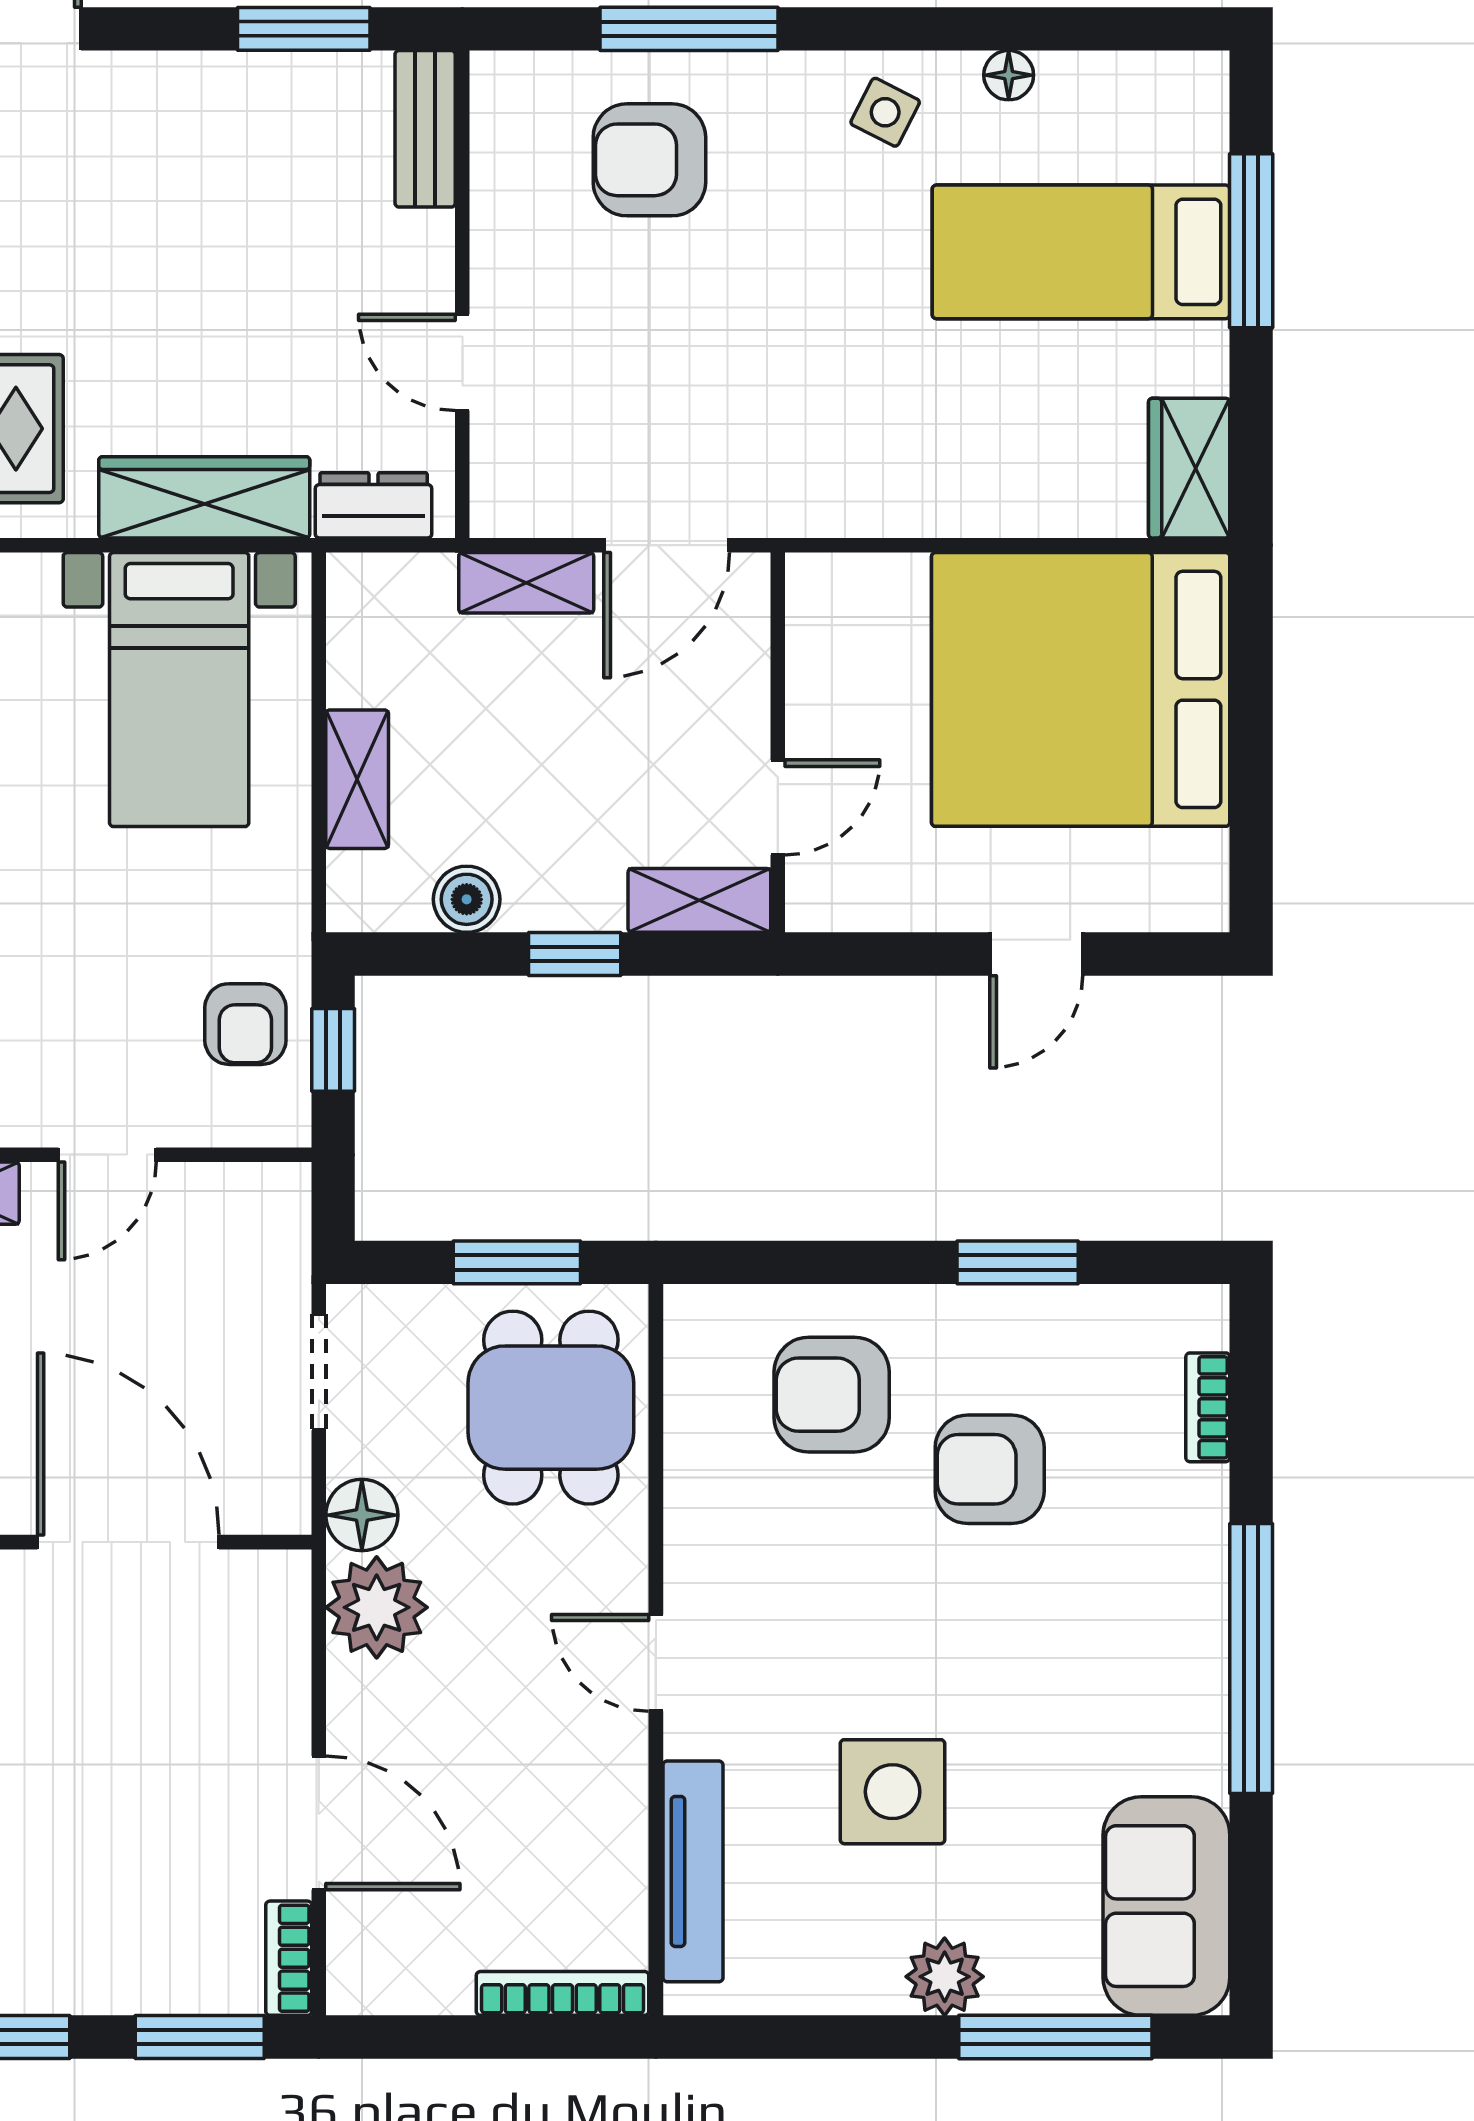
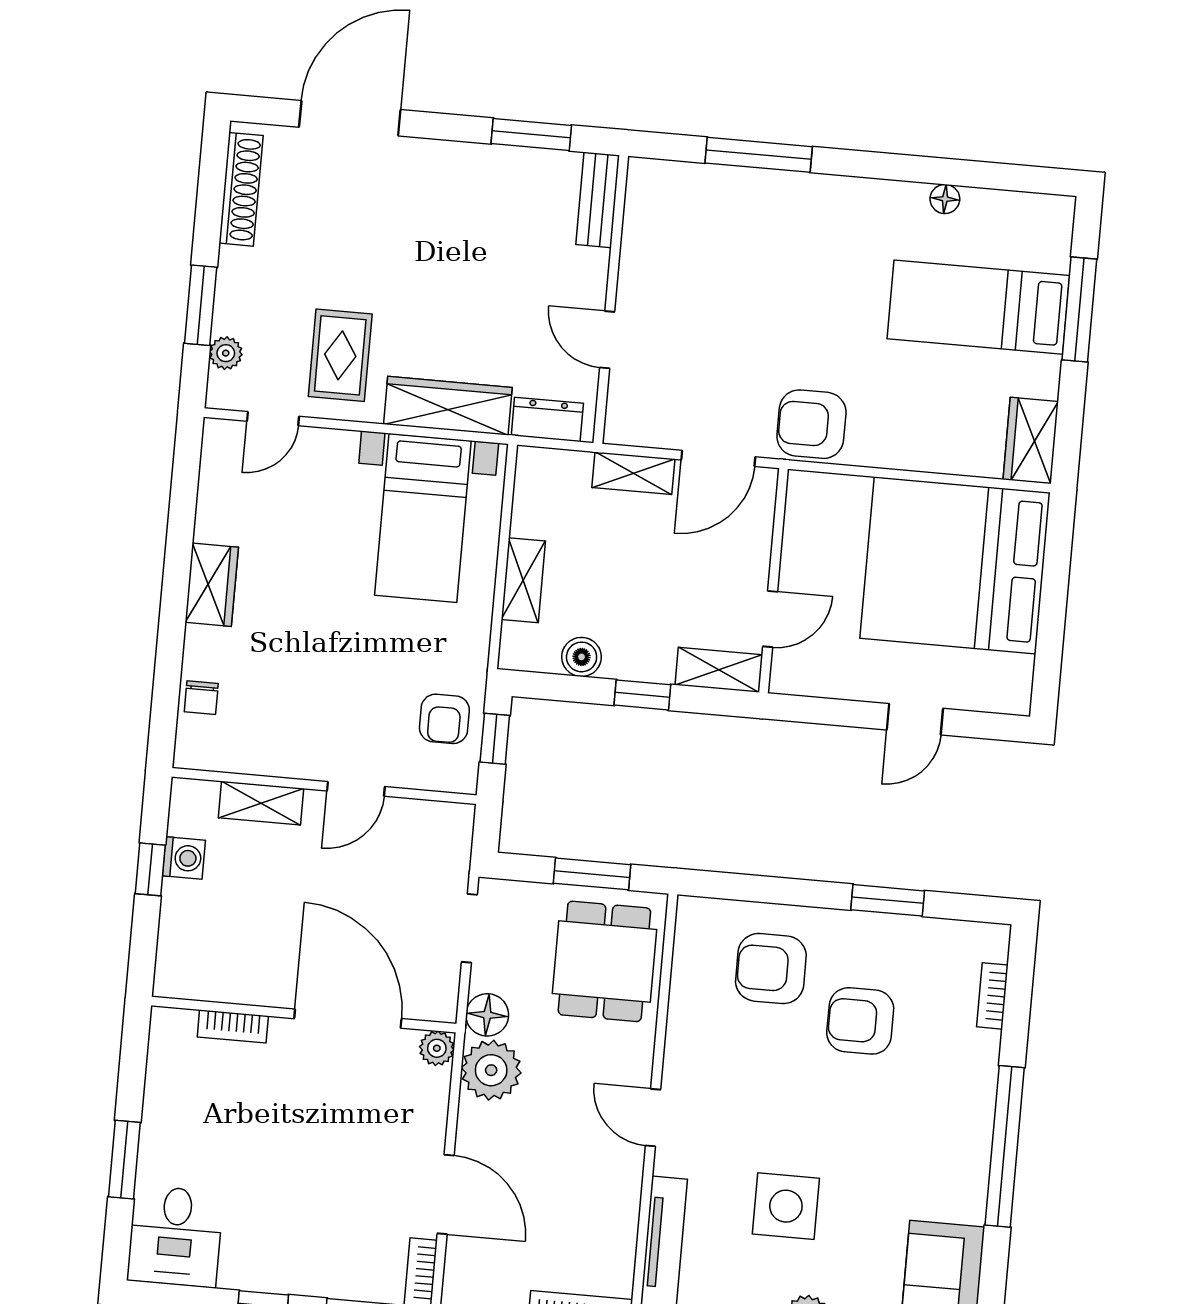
side table: (885, 112) -> (870, 214), removed
armchair: (649, 160) -> (811, 424), moved
plant: (282, 1579) -> (437, 1048), added

